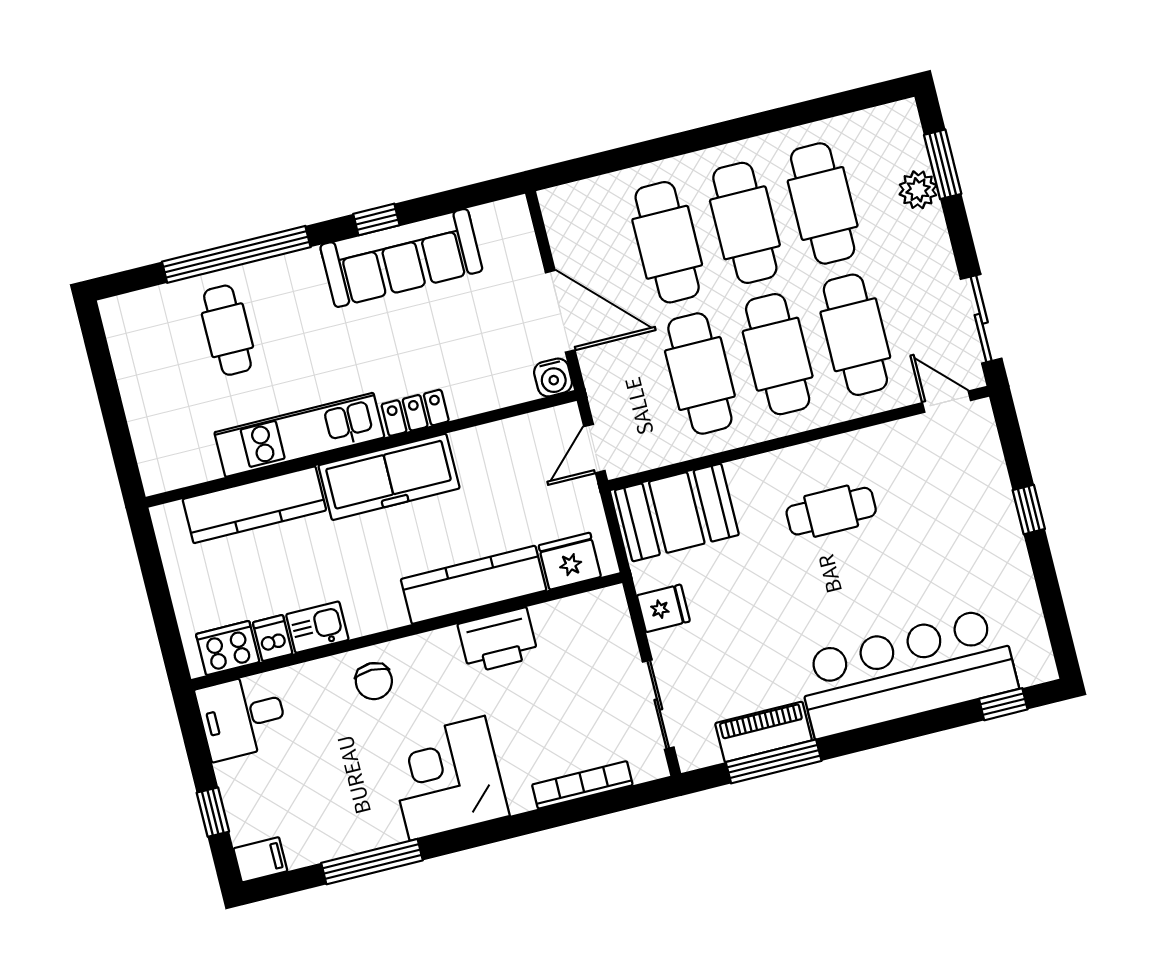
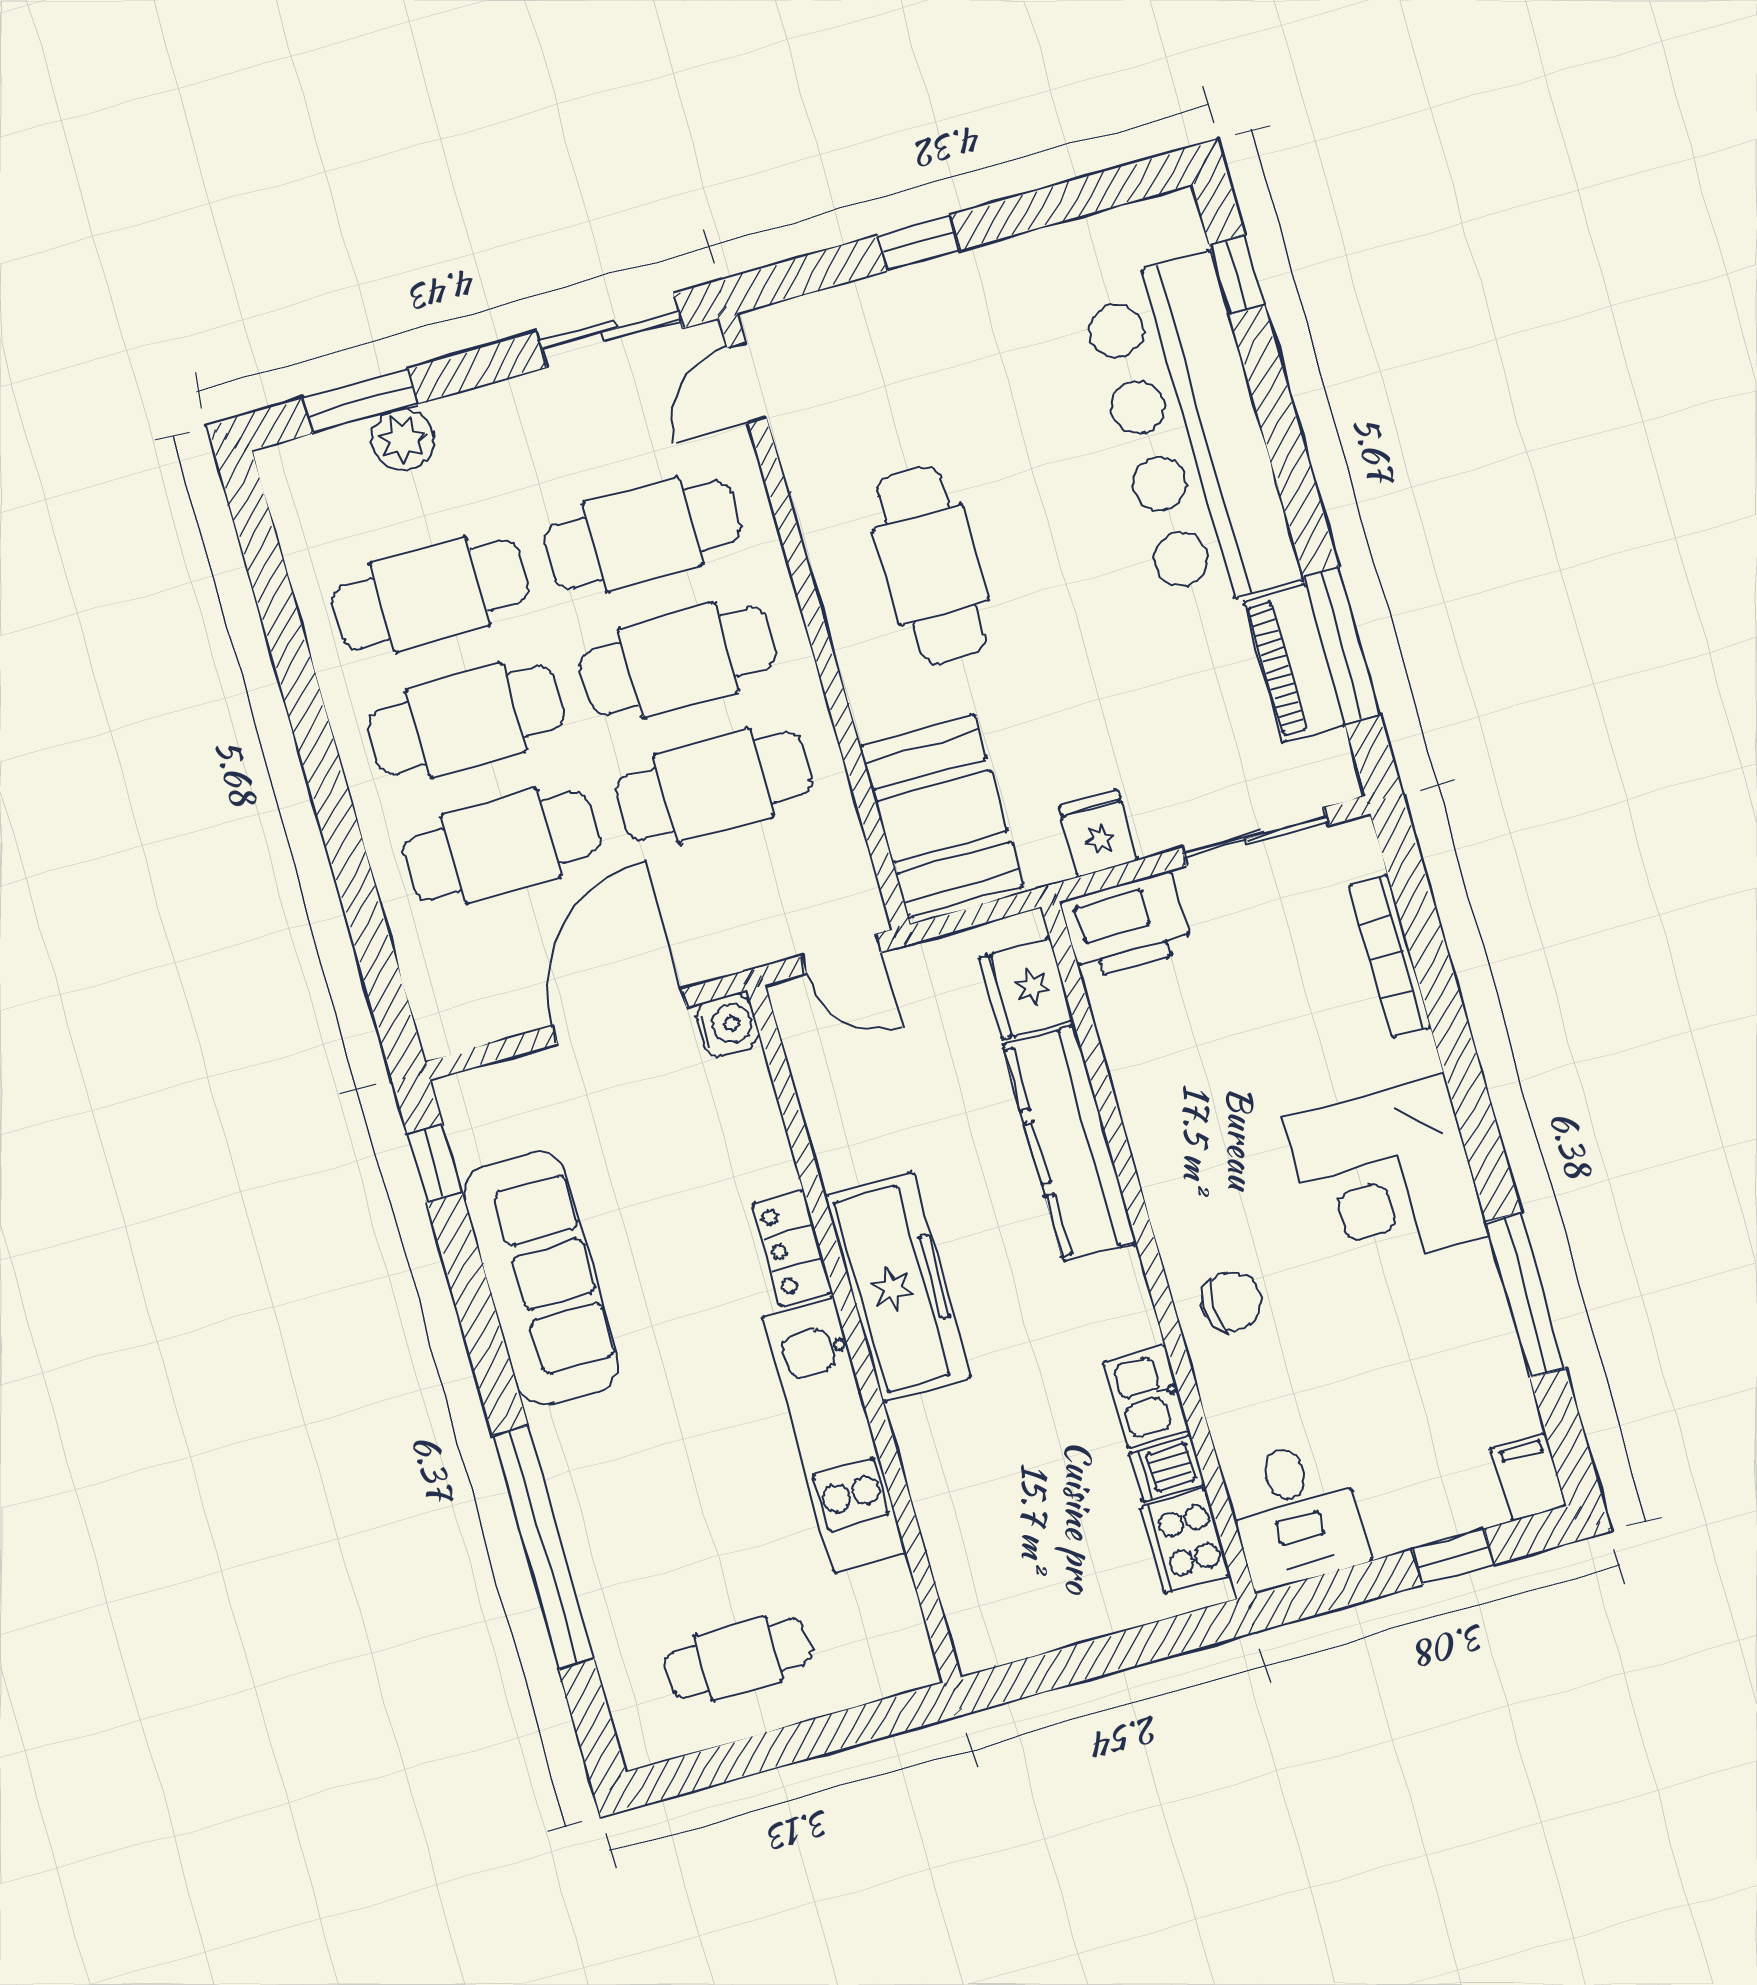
window: (376, 219) -> (435, 1163), moved
cafe table: (227, 330) -> (738, 1658), moved
kitchen counter: (254, 505) -> (950, 1505), removed
cafe table: (831, 511) -> (931, 565), width x1.37, depth x1.35
printer: (498, 640) -> (1126, 926), moved, turned 90

